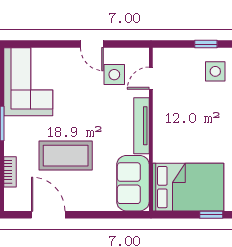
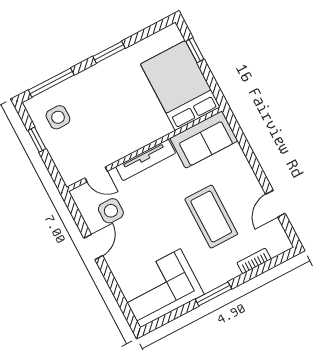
door: (48, 215) -> (275, 204), width x0.73

